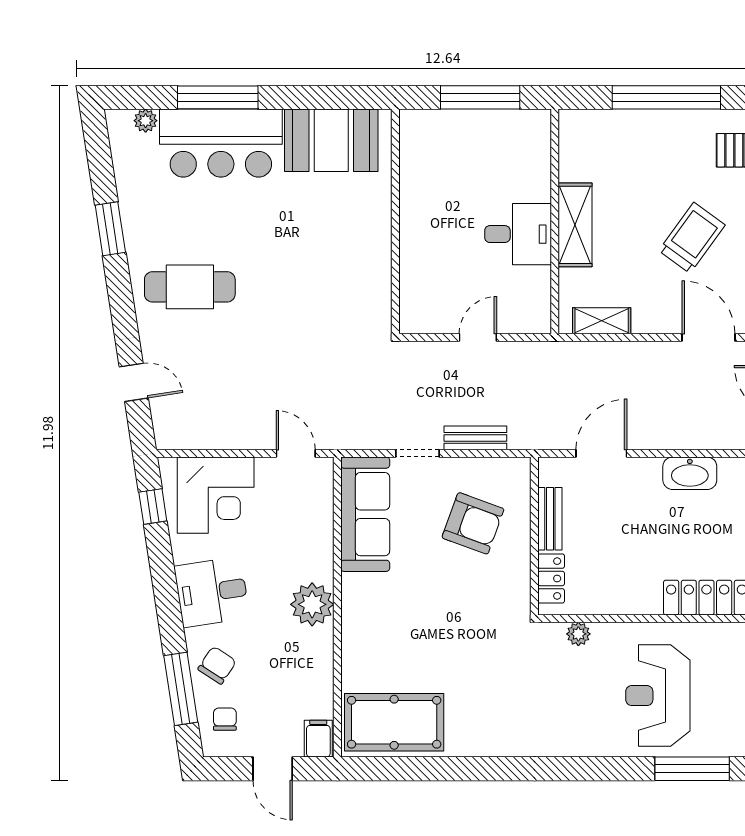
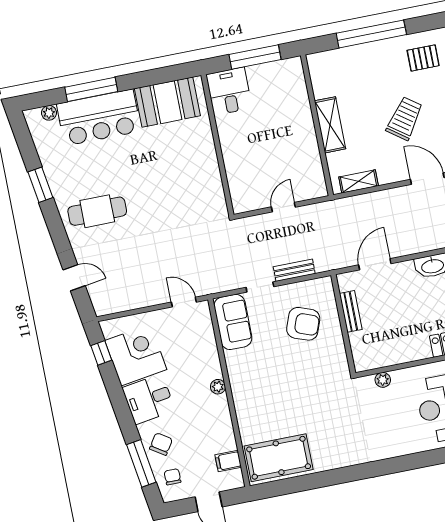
desk: (518, 234) -> (229, 91), moved, turned -90
corner desk: (216, 495) -> (136, 355), moved, turned -99
sofa: (365, 514) -> (233, 322), width x0.73
locker: (551, 578) -> (359, 349), removed
plant: (312, 604) -> (218, 387), width x0.53, depth x0.53
filing cabinet: (318, 739) -> (228, 461), moved, turned -90

